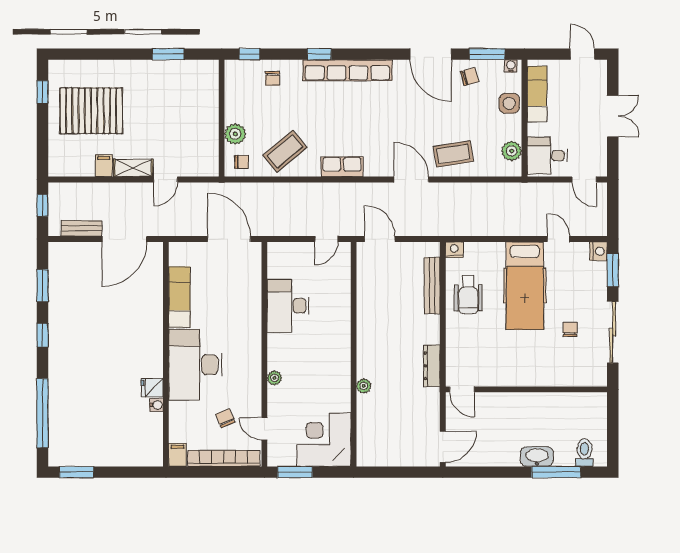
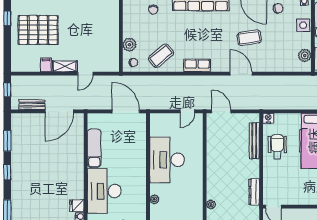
coffee table: (453, 154) -> (249, 38), moved
wheelchair: (468, 295) -> (277, 147), turned 180
desk: (288, 306) -> (167, 160), width x1.36, depth x1.30

